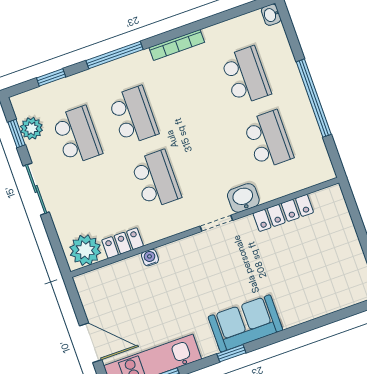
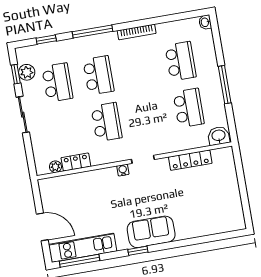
window: (314, 98) -> (225, 85), width x0.68
washbasin: (243, 198) -> (219, 136), moved
plant: (85, 250) -> (55, 167), width x0.53, depth x0.53
water cooler: (150, 258) -> (123, 170), moved

